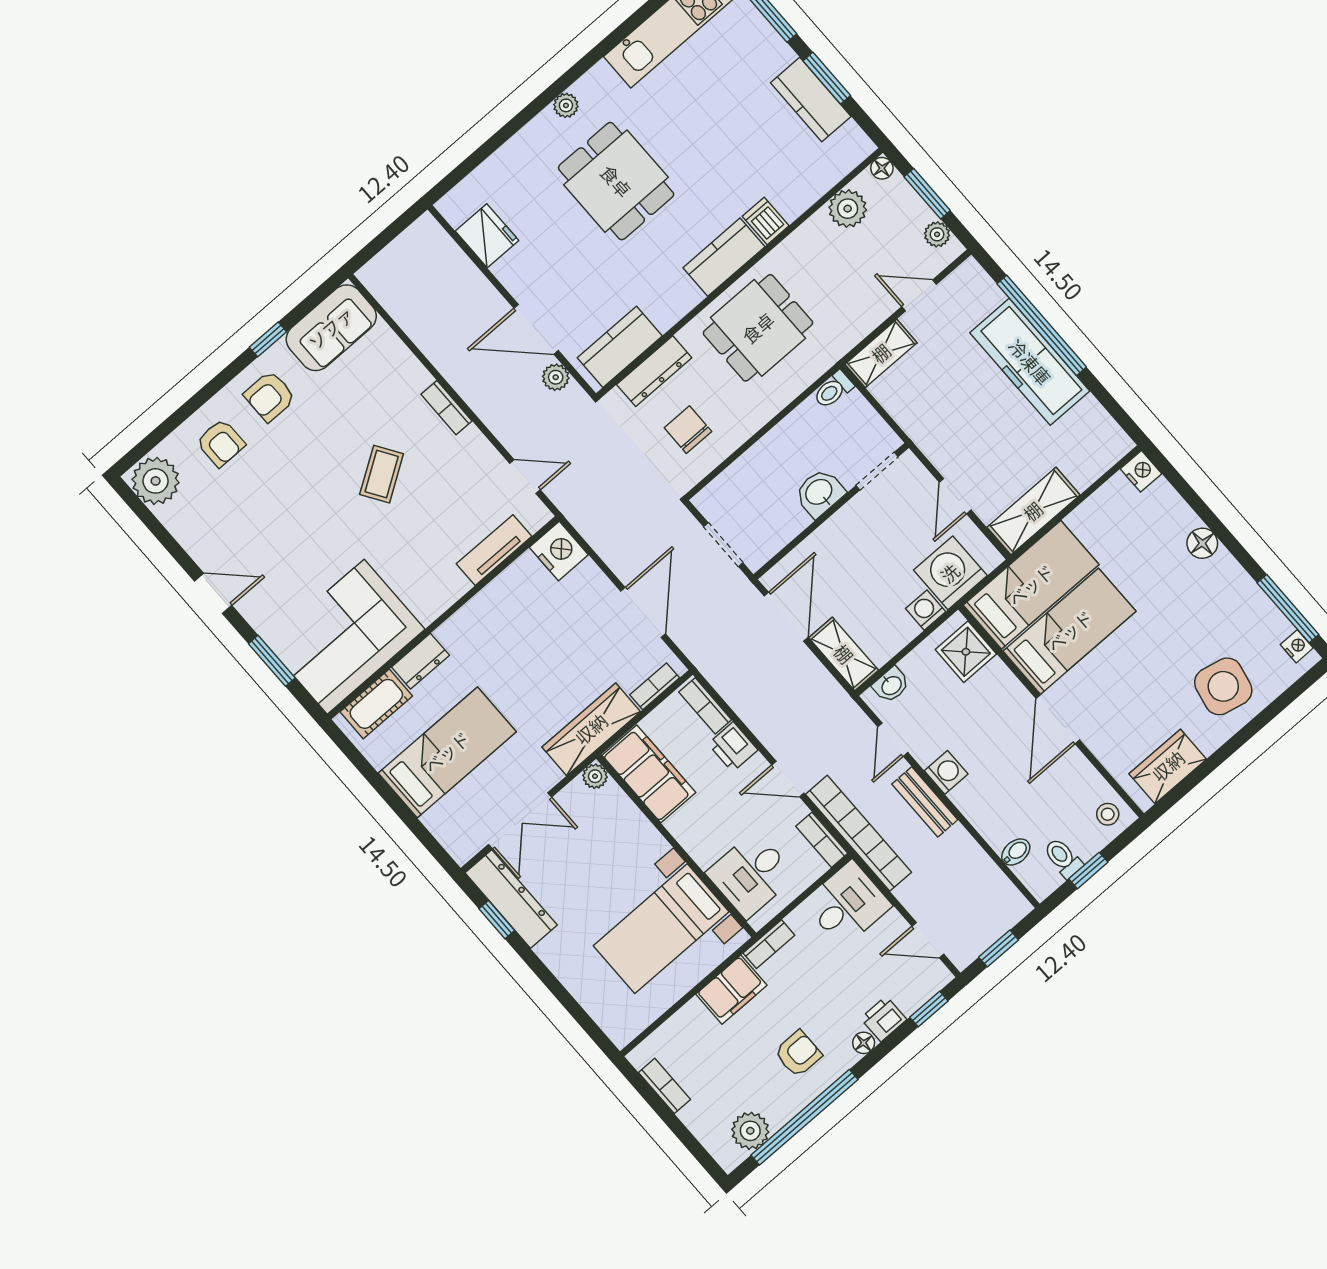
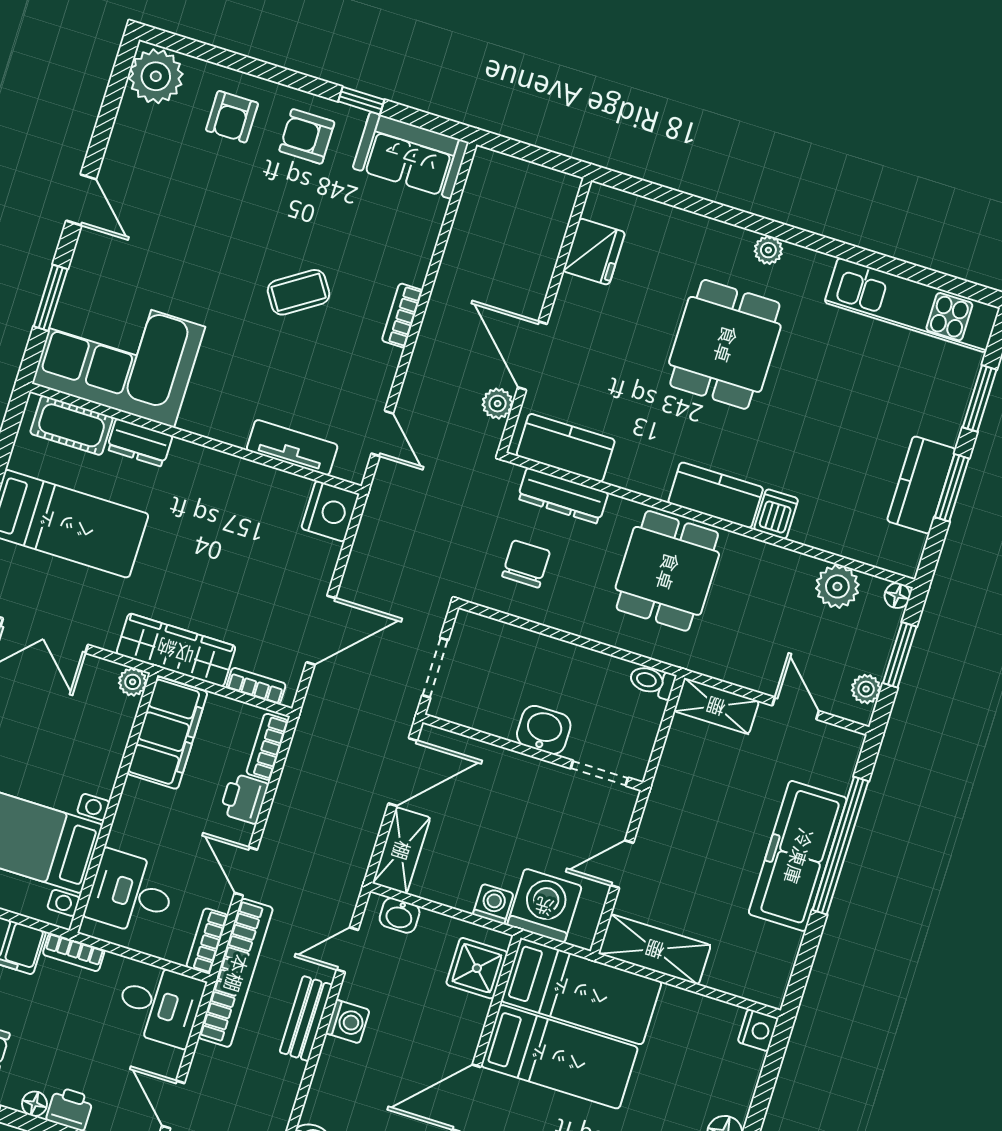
dining table: (758, 328) -> (667, 571), turned 90

